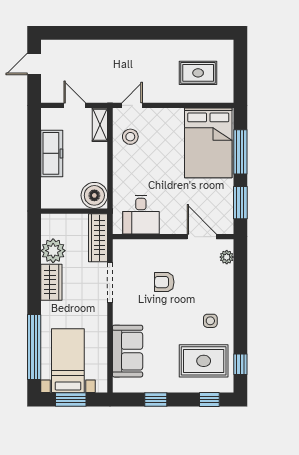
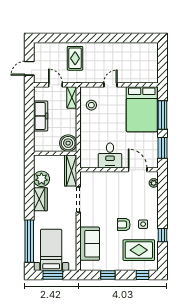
door: (34, 64) -> (29, 68), moved
rug: (198, 73) -> (75, 58), moved, turned 90
door: (132, 105) -> (110, 85), moved
desk: (141, 215) -> (110, 155), moved
armchair: (164, 282) -> (124, 225), moved
window: (240, 364) -> (163, 235), moved

